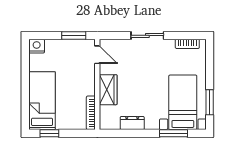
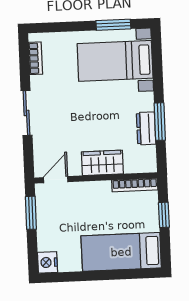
window: (49, 133) -> (164, 215), moved
window: (173, 133) -> (160, 122), moved

